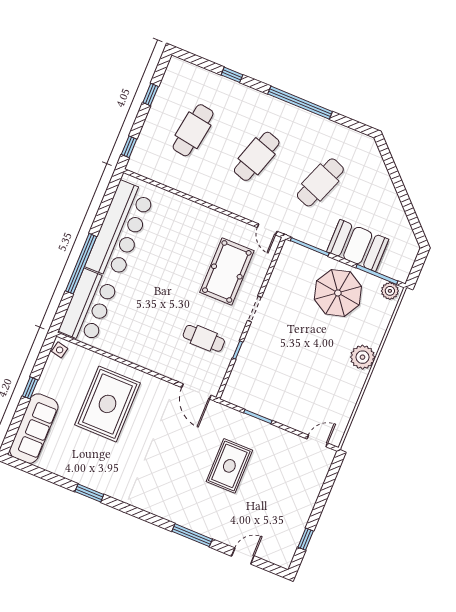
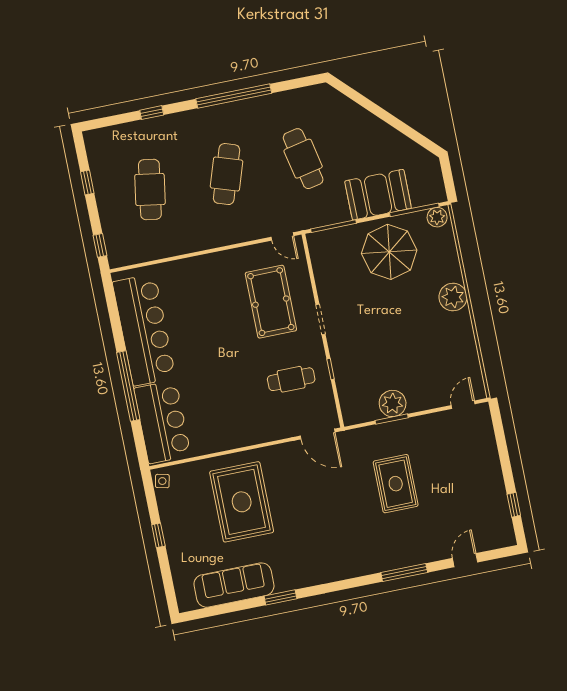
cafe table: (320, 182) -> (303, 159), turned -33
plant: (266, 406) -> (393, 403), added
sofa: (34, 429) -> (234, 585), moved, turned -90

